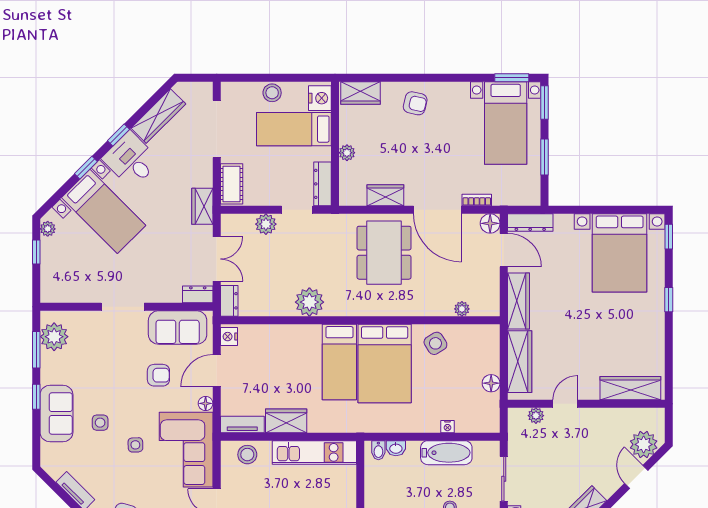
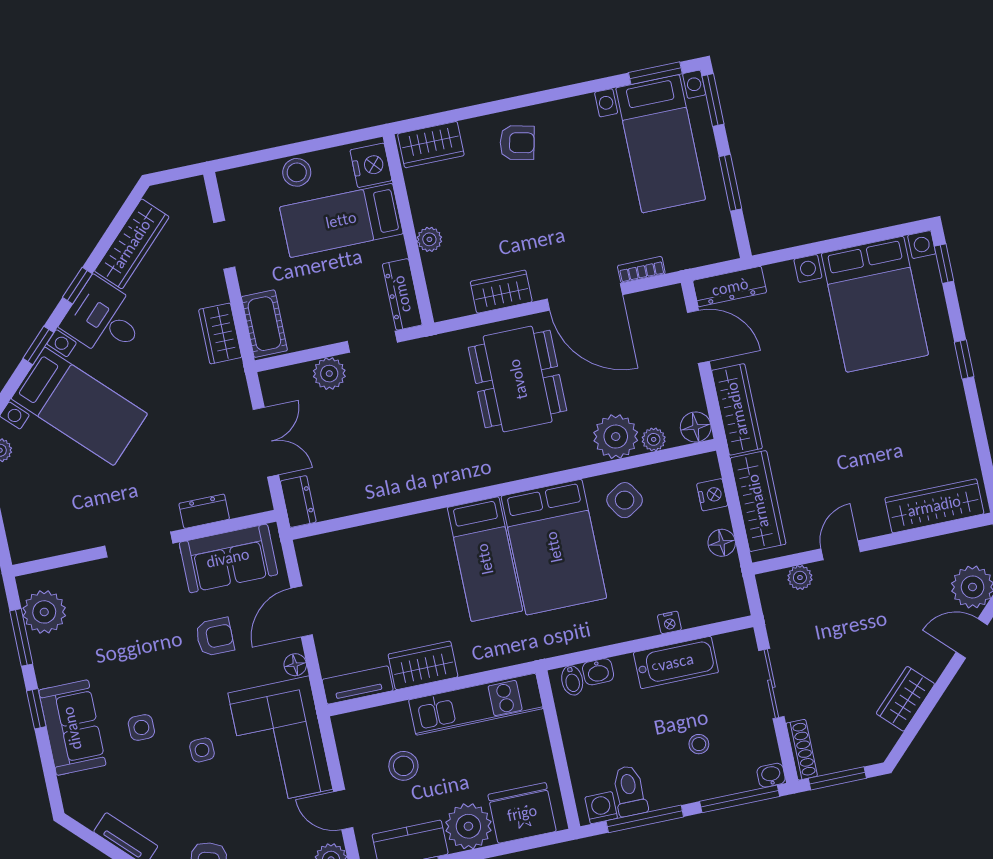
doorway: (217, 129) -> (224, 245), width x0.53
wardrobe: (202, 206) -> (220, 333), moved
floor lamp: (490, 223) -> (696, 427), moved
dresser: (198, 294) -> (204, 511), moved
plant: (309, 302) -> (616, 437), moved
nightstand: (229, 337) -> (712, 495), moved, turned 180
stool: (247, 455) -> (403, 766), moved
door: (636, 477) -> (972, 638), hinge flipped

